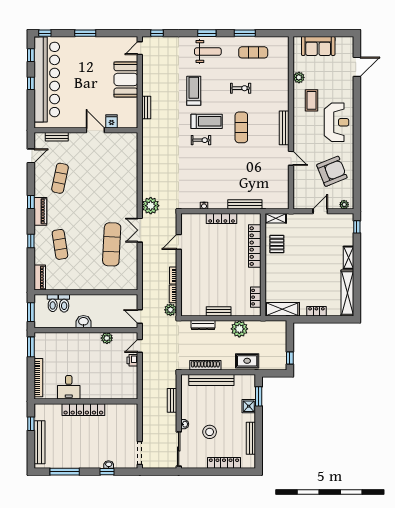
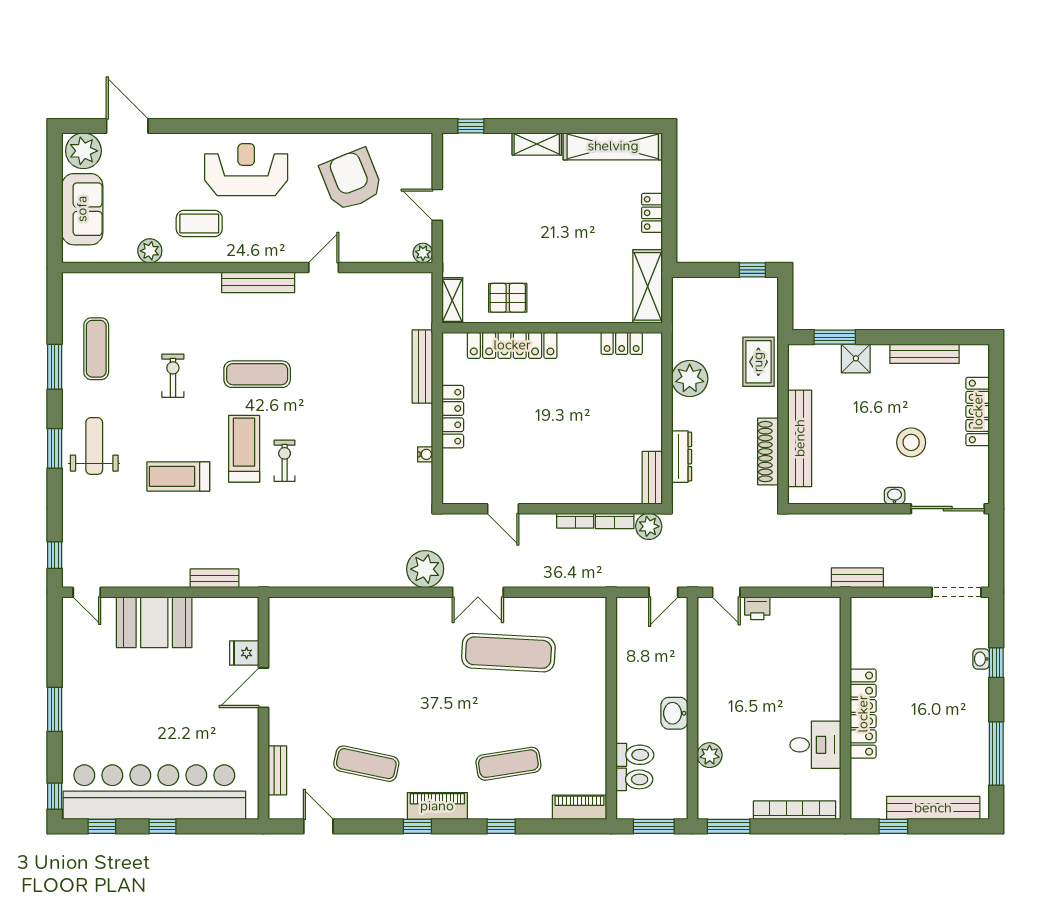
plant: (345, 46) -> (83, 151), added
plant: (344, 205) -> (423, 253), moved
bench: (219, 311) -> (652, 478), moved
plant: (107, 338) -> (710, 755), moved
bench: (172, 400) -> (857, 578), moved

